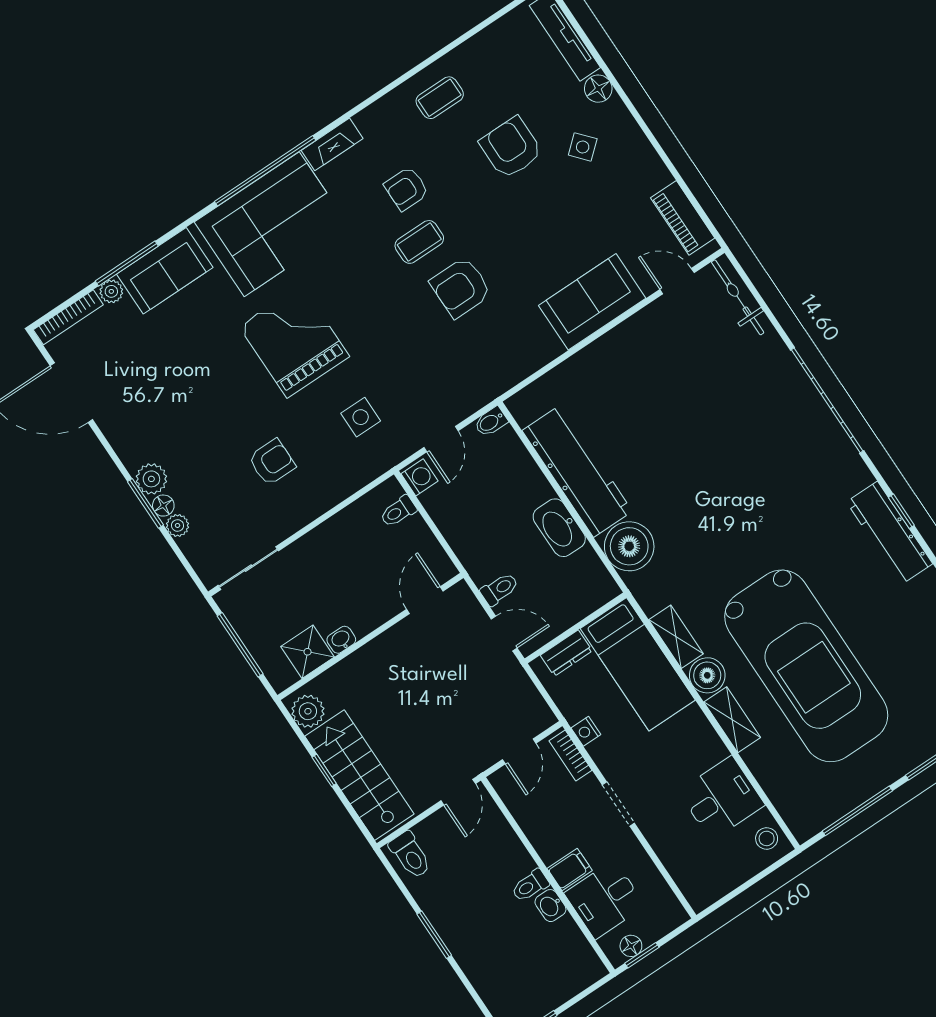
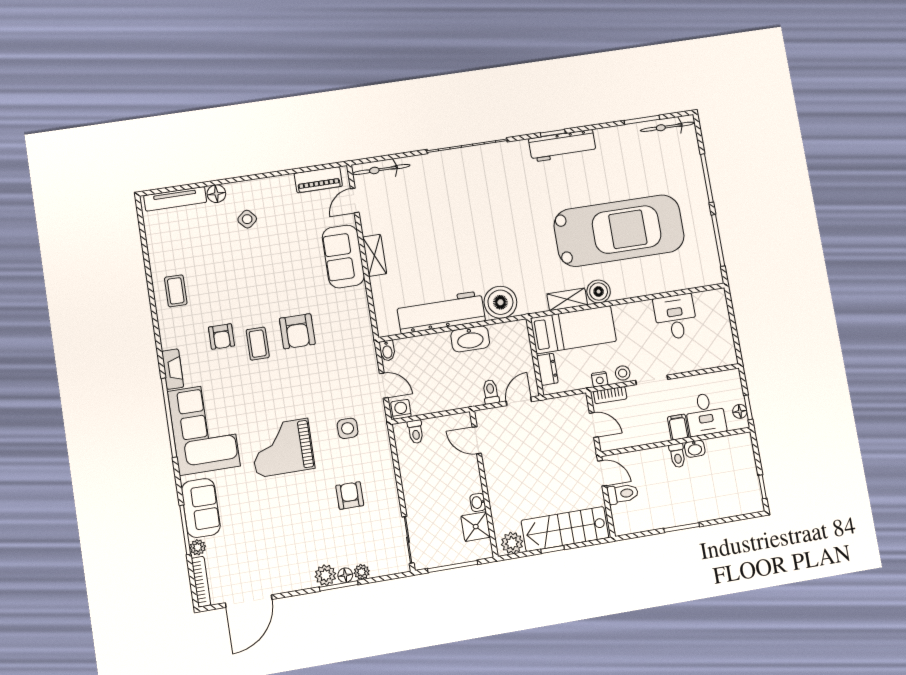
armchair: (511, 148) -> (227, 262), removed
shelving: (732, 720) -> (375, 255), moved, turned 90
stool: (767, 838) -> (623, 373), moved
toilet: (410, 855) -> (623, 494), moved

